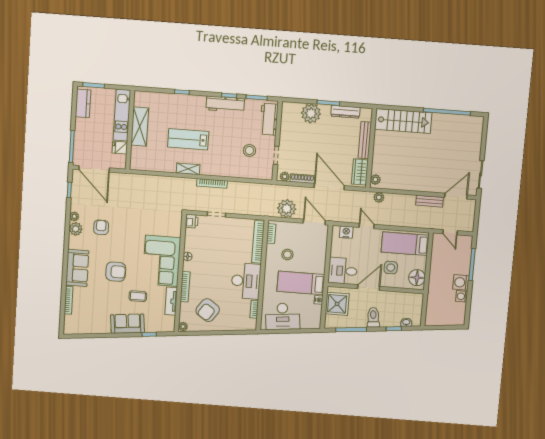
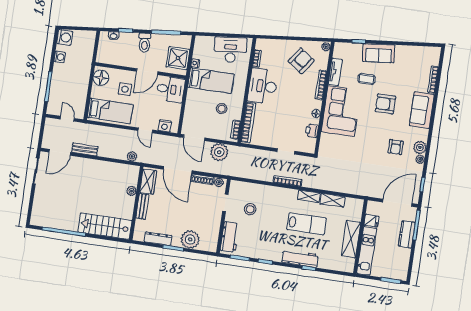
kitchen counter: (83, 103) -> (407, 234), moved
workbench: (225, 104) -> (300, 258), moved
bench: (365, 140) -> (142, 206), width x0.73
shelving: (163, 166) -> (332, 200), added
door: (94, 169) -> (397, 203), hinge flipped
plant: (375, 180) -> (131, 191), moved
printer: (192, 221) -> (312, 131), moved
washing machine: (461, 282) -> (65, 37), moved

